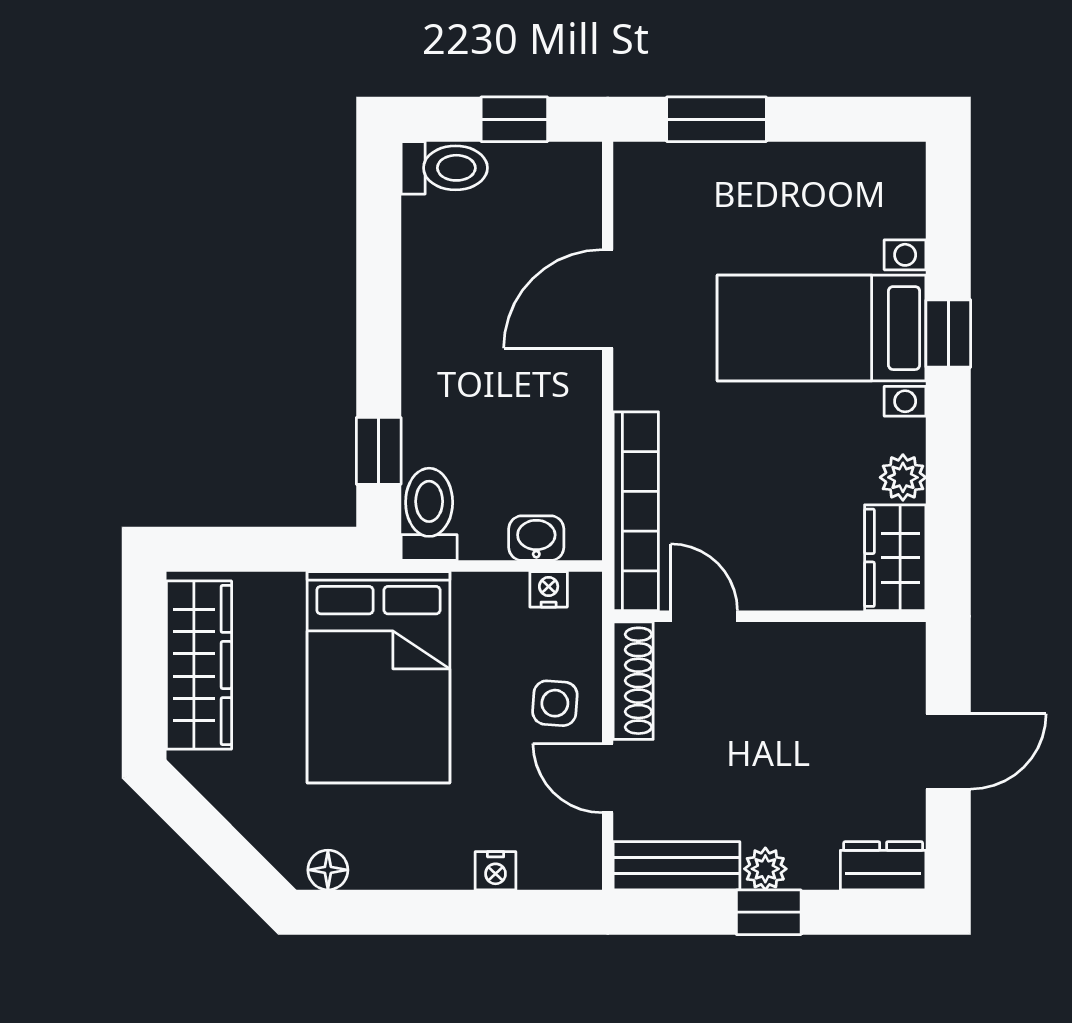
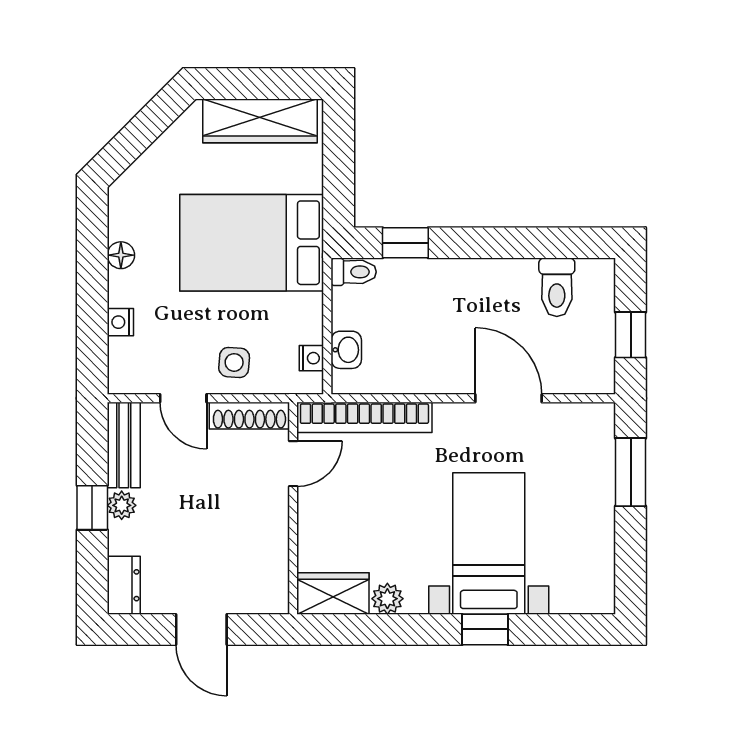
toilet: (444, 168) -> (557, 287), moved
toilet: (429, 514) -> (354, 272), width x0.73, depth x0.72
door: (608, 778) -> (183, 398), swing flipped
floor lamp: (328, 870) -> (121, 255), moved

